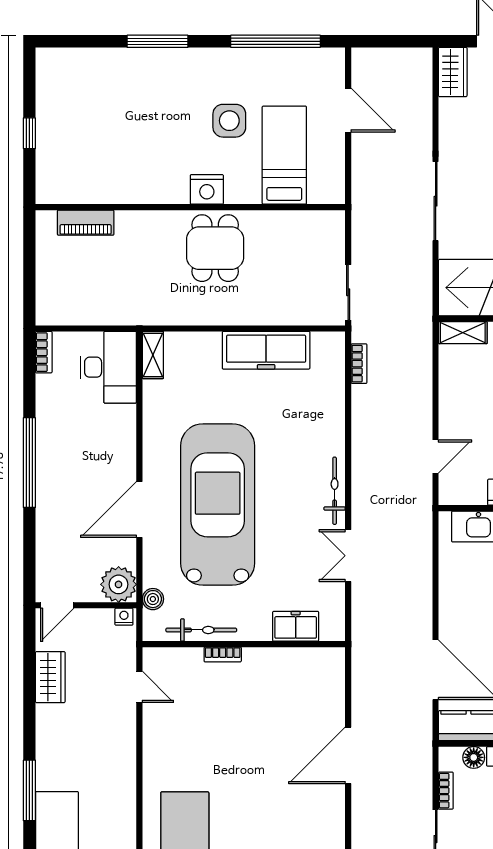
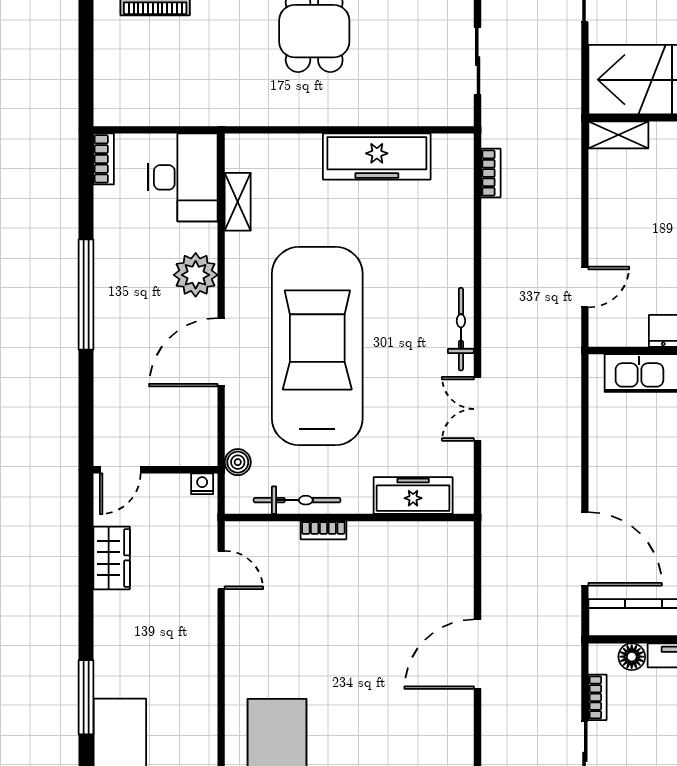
sliding door: (348, 292) -> (478, 61), moved
shelving: (153, 355) -> (238, 202), moved
plant: (119, 584) -> (196, 275), moved
freezer: (296, 626) -> (413, 496), width x1.40

